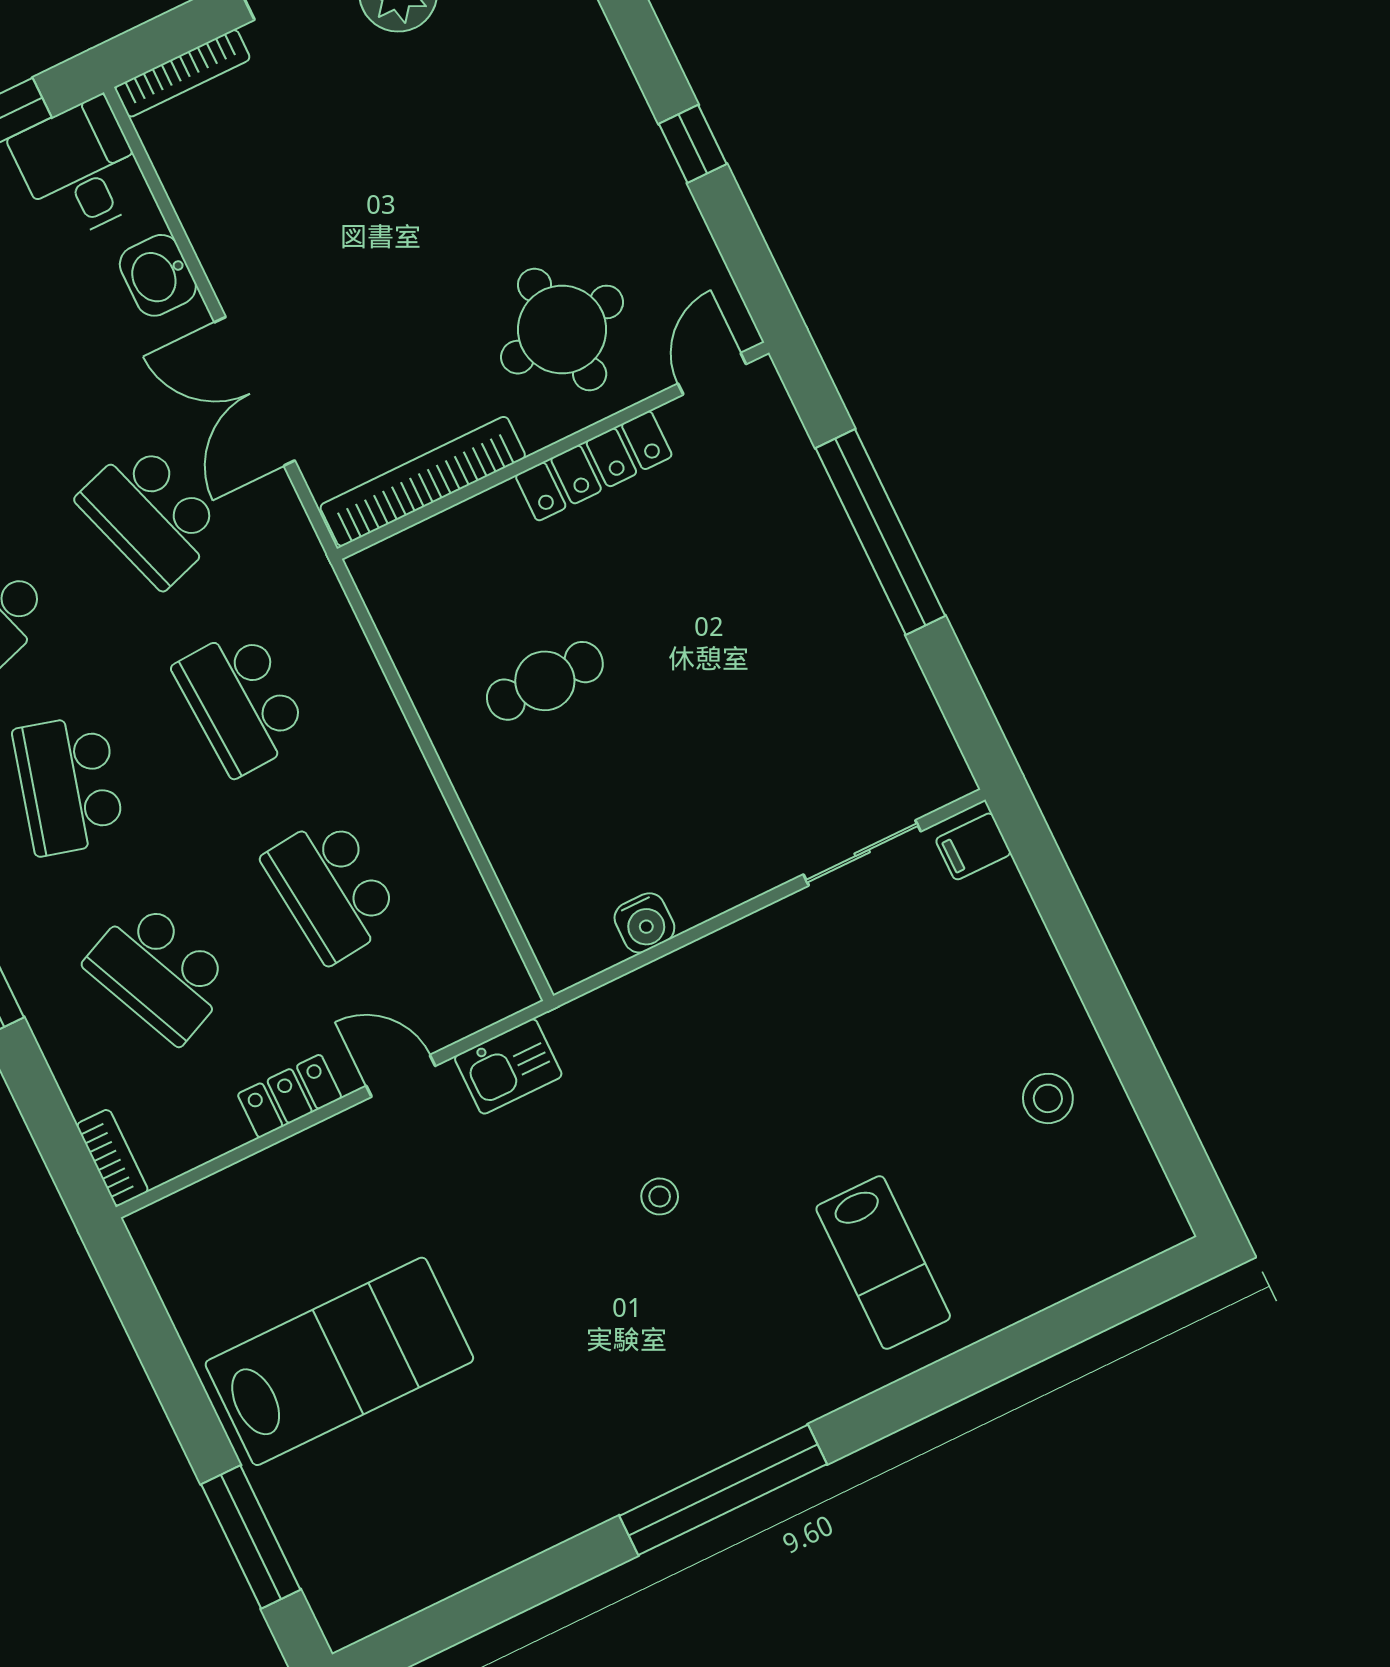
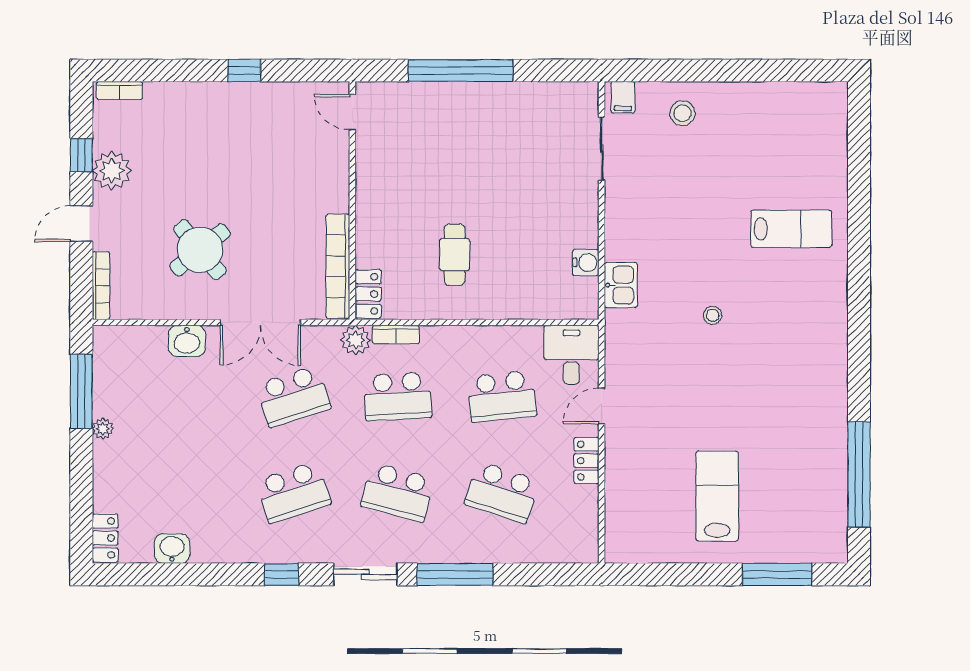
desk: (80, 169) -> (571, 355), moved, turned 90
round table: (562, 330) -> (200, 250), moved, turned -33
locker: (594, 466) -> (368, 294), moved, width x0.66
plant: (306, 577) -> (356, 340), added
school desk: (159, 972) -> (502, 492), turned 42
kitchen sink: (508, 1066) -> (621, 285), moved
stool: (1048, 1098) -> (682, 113), moved
bookcase: (112, 1158) -> (396, 335), moved, turned 180
lab bench: (339, 1361) -> (717, 496), width x0.73, depth x0.72
window: (723, 1490) -> (859, 474), moved

